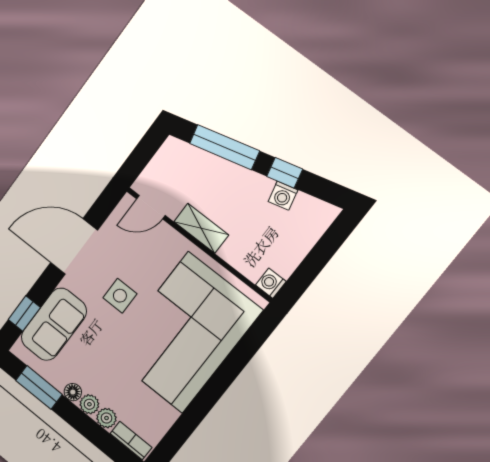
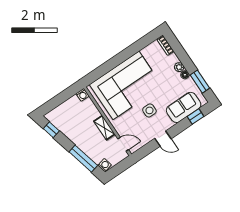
window: (285, 173) -> (51, 130), moved
washing machine: (283, 196) -> (105, 165), moved
door: (74, 246) -> (163, 139), width x0.53
plant: (106, 418) -> (173, 59), removed

